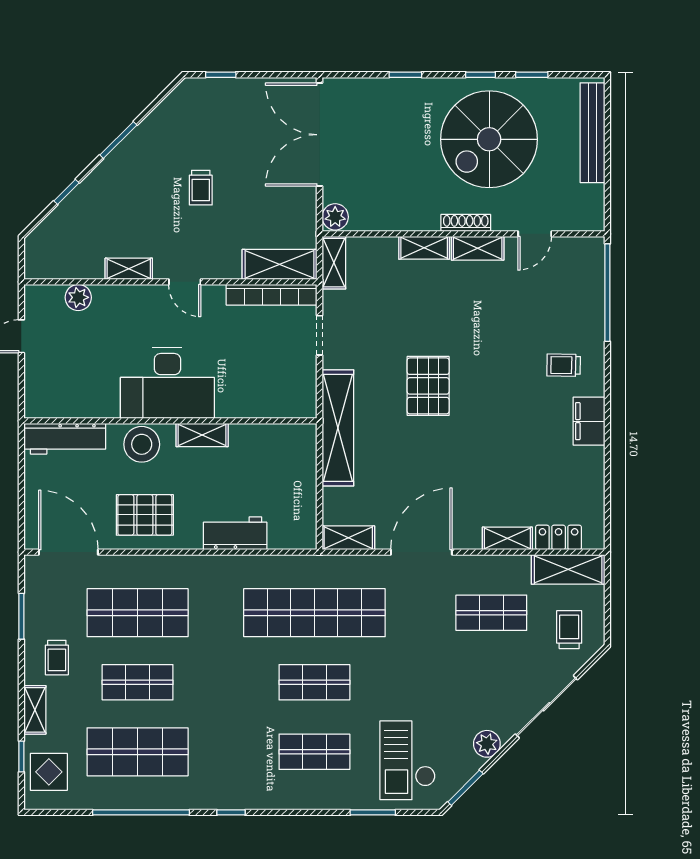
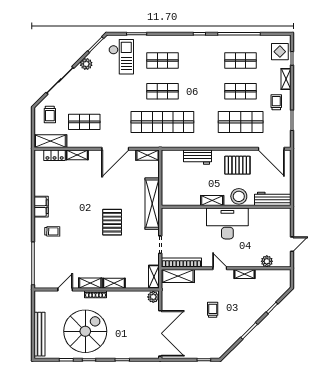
shop shelf: (138, 752) -> (241, 60), width x0.70, depth x0.74

